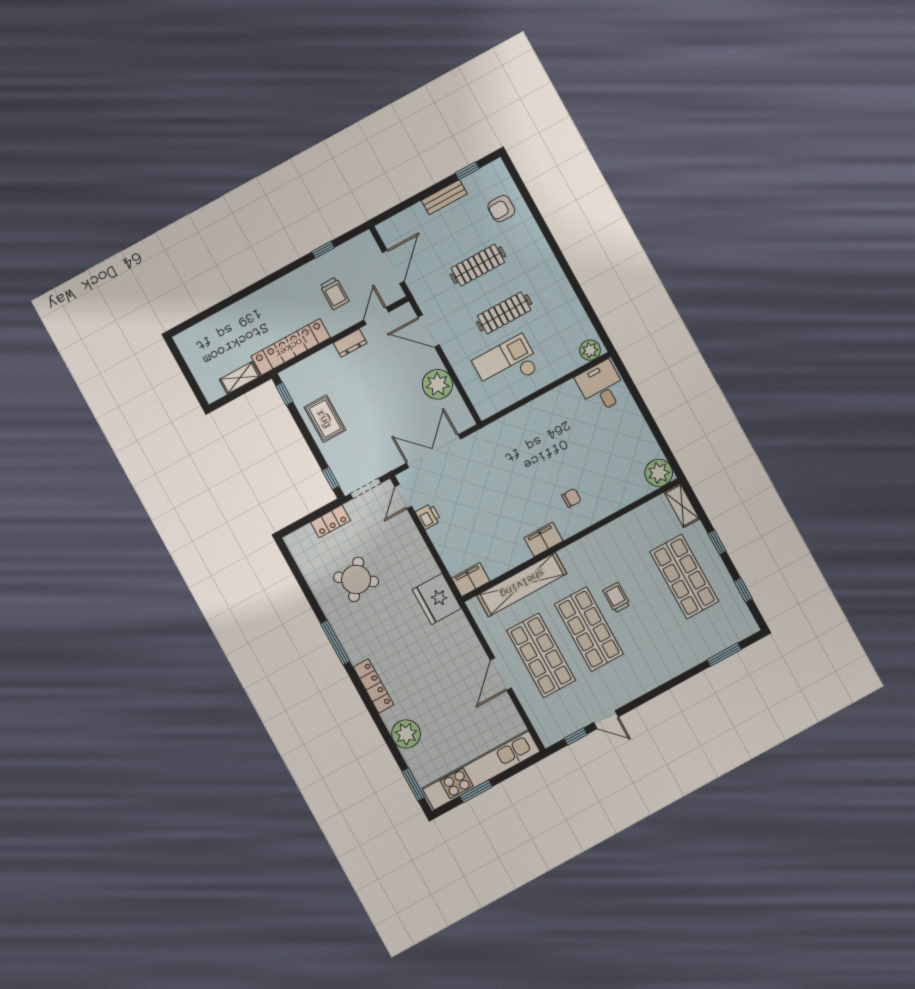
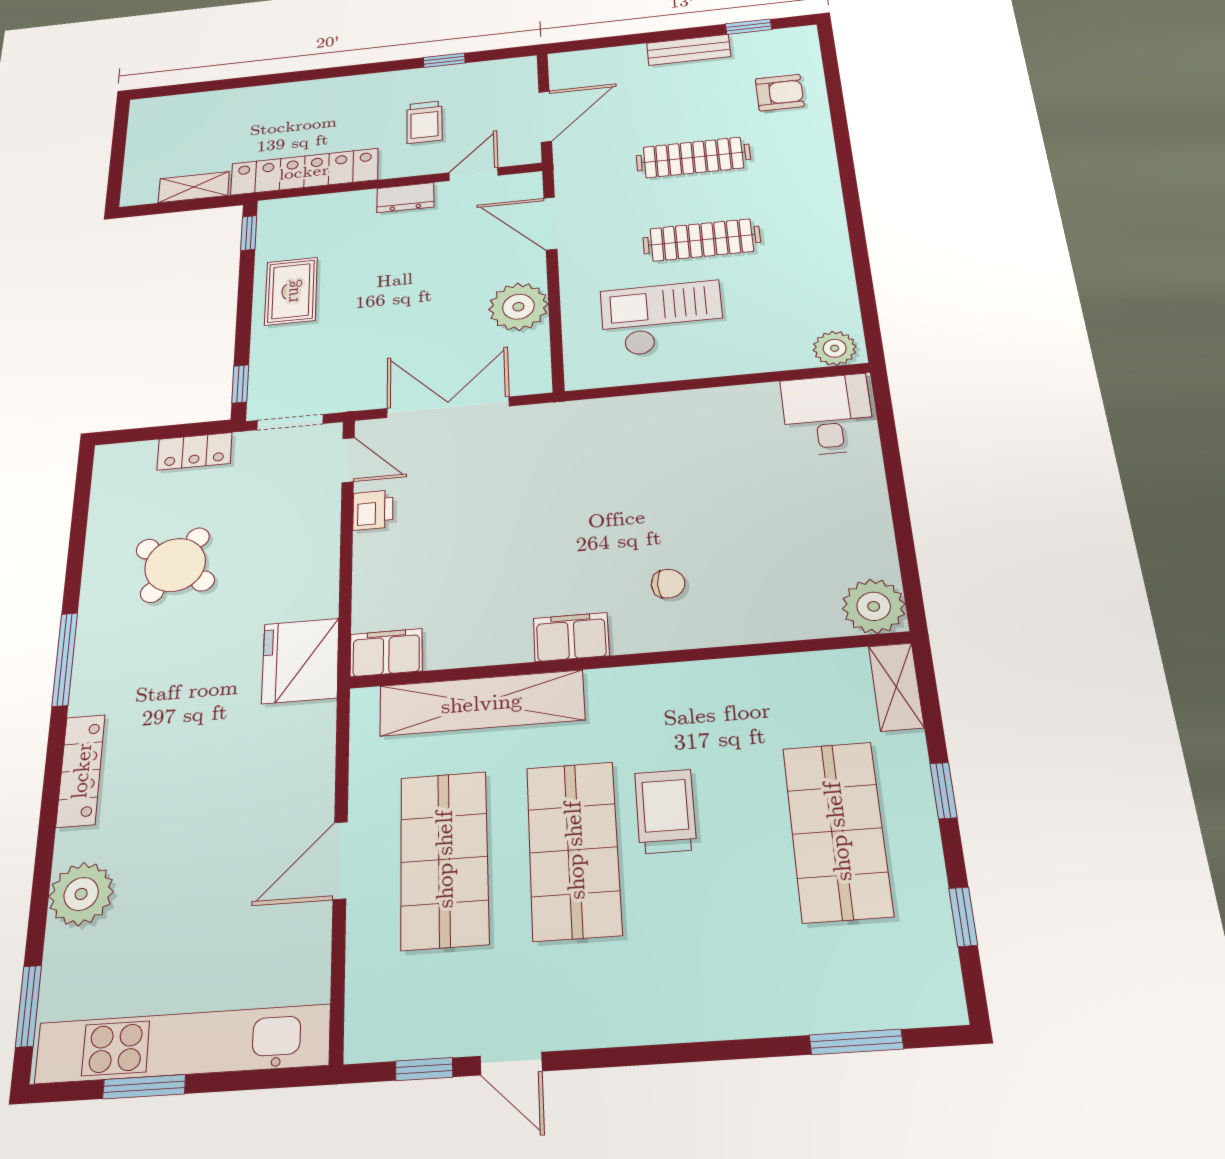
armchair: (501, 209) -> (780, 93), turned 180
door: (403, 497) -> (348, 460), swing flipped
trolley: (616, 598) -> (666, 811), width x1.36, depth x1.39

